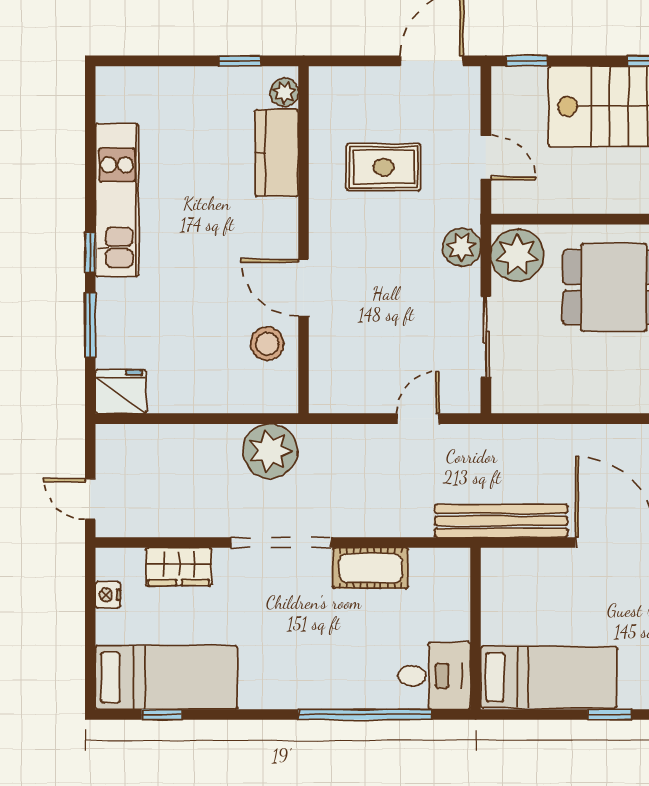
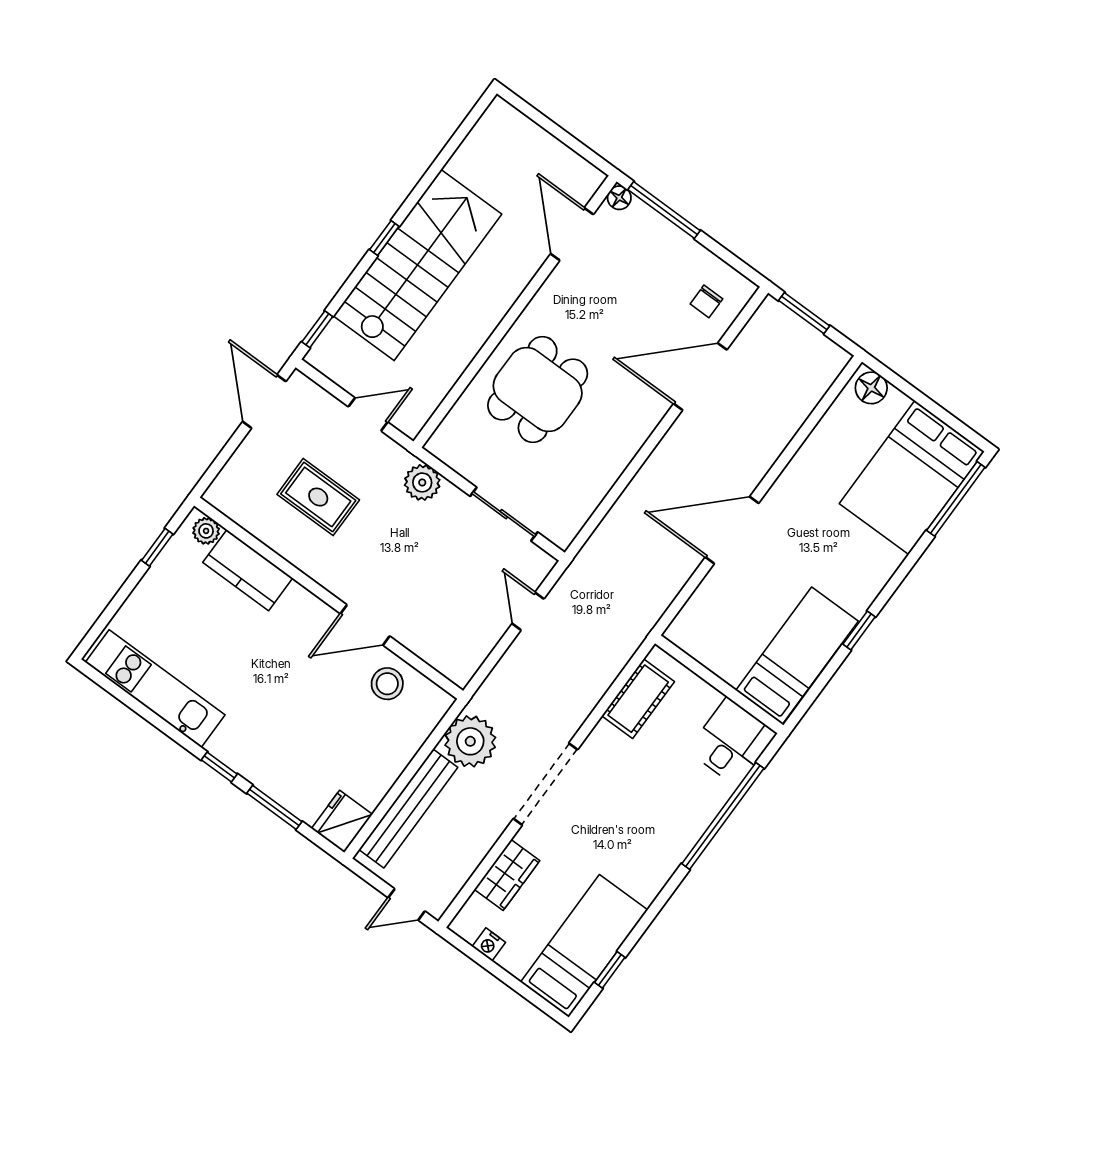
rug: (384, 167) -> (318, 497), turned 90
kitchen unit: (117, 200) -> (155, 689), moved
plant: (517, 255) -> (459, 445), removed
bench: (501, 521) -> (408, 808), moved
cot: (371, 568) -> (638, 699), moved

